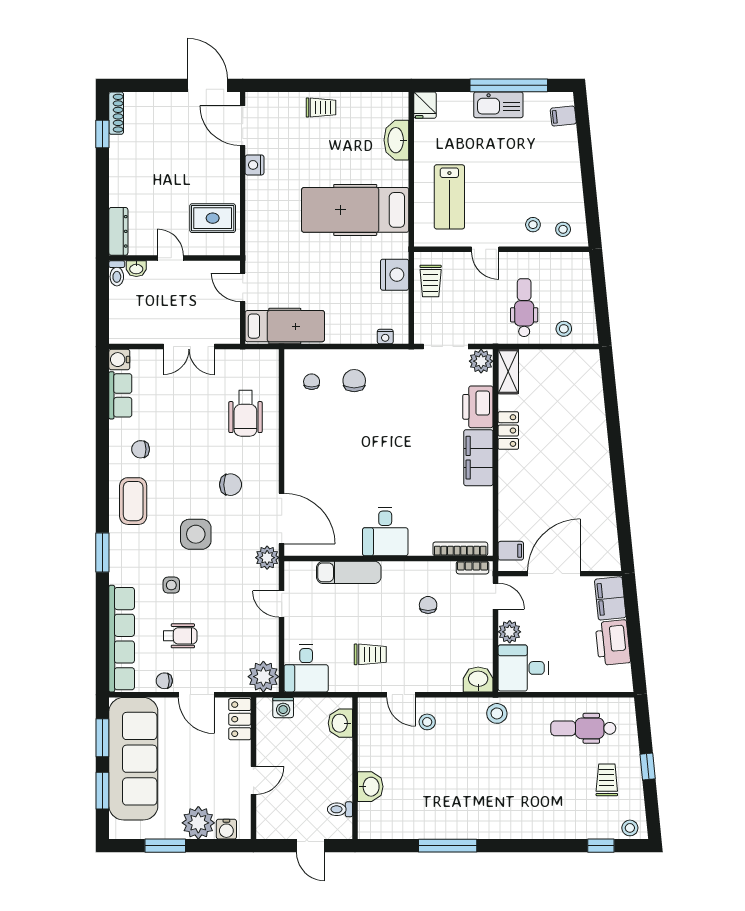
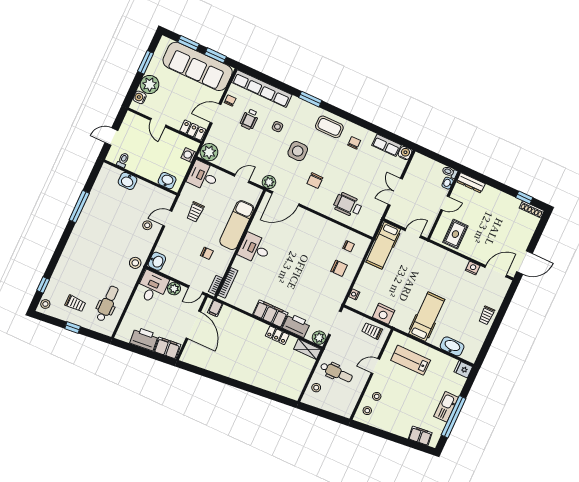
filing cabinet: (563, 116) -> (420, 436), width x2.00
hospital bed: (355, 210) -> (427, 317), width x0.73, depth x0.78
exam couch: (349, 572) -> (237, 225), width x1.36, depth x1.45

